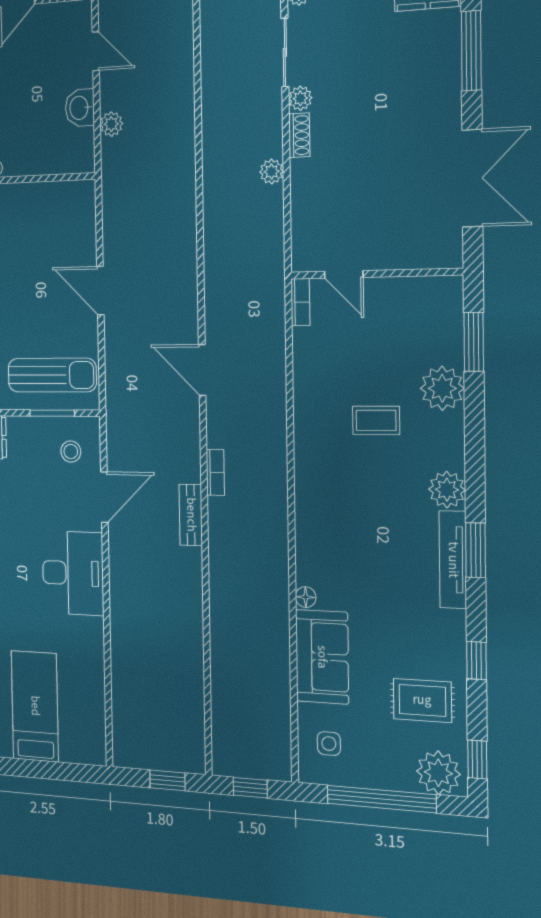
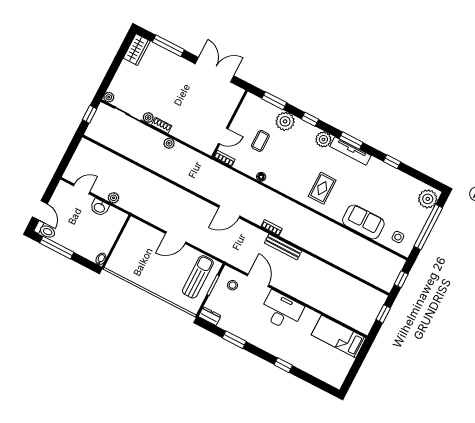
coffee table: (376, 420) -> (260, 141), moved
bench: (191, 515) -> (283, 247), width x1.36
floor lamp: (306, 597) -> (261, 177), moved
rug: (422, 700) -> (322, 188), moved
bed: (35, 706) -> (339, 336), moved
window: (477, 759) -> (310, 119), moved

